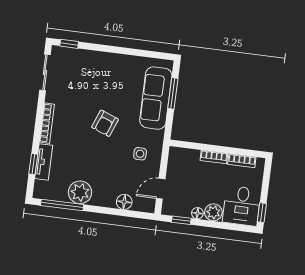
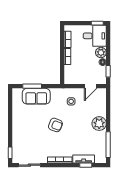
sofa: (156, 98) -> (36, 96), width x0.73
door: (161, 189) -> (91, 86), hinge flipped
plant: (80, 192) -> (99, 124), moved
floor lamp: (124, 202) -> (101, 107), removed

